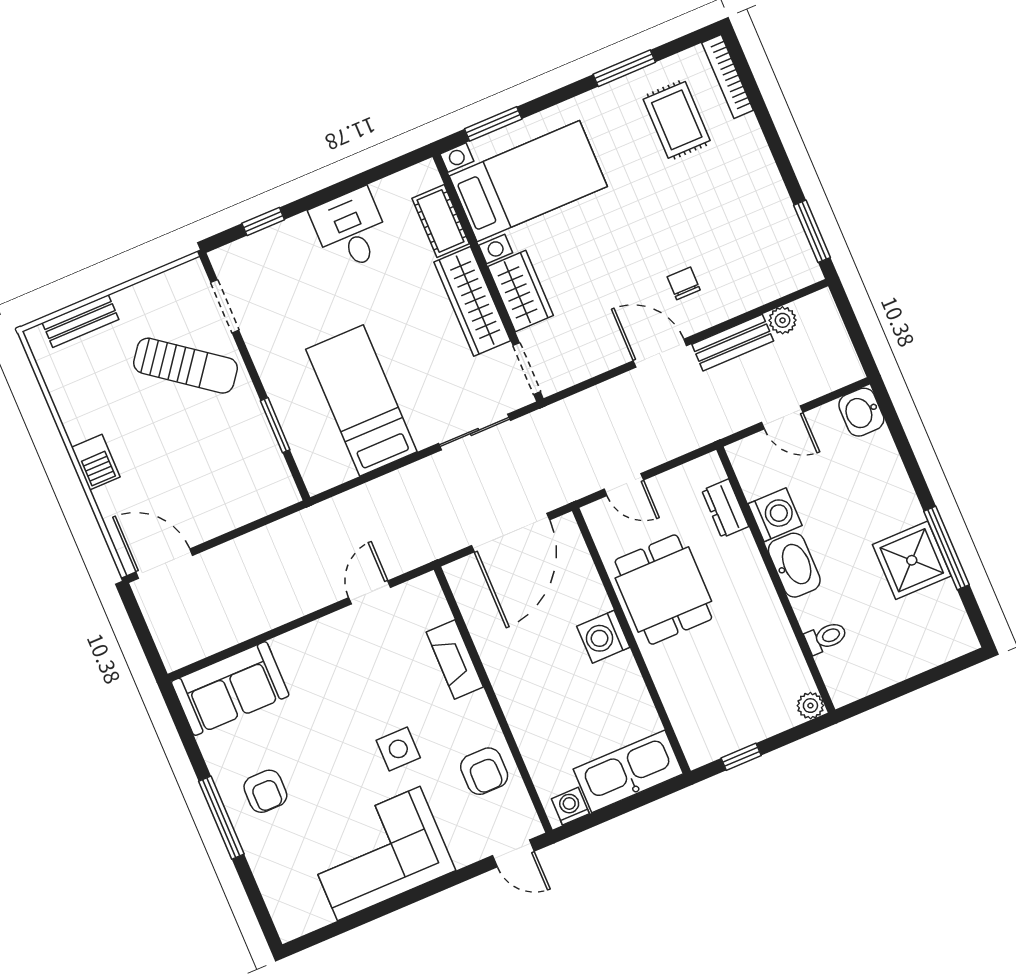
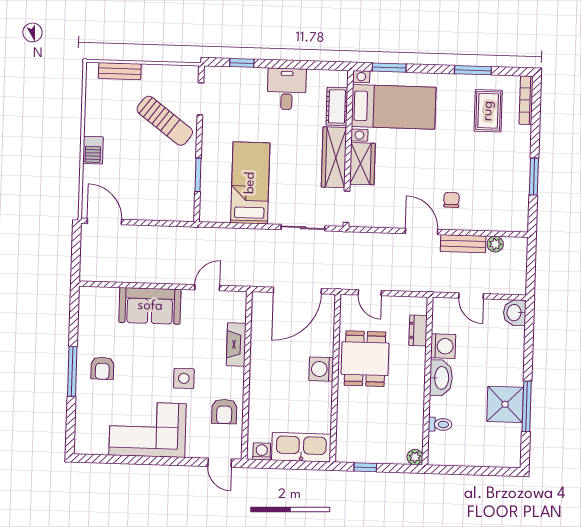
window: (812, 231) -> (534, 177), moved
sofa: (230, 689) -> (150, 306), moved

